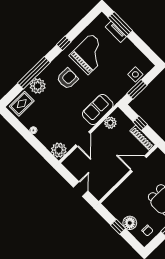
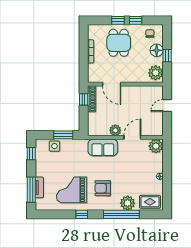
window: (147, 51) -> (31, 154), added
plant: (110, 123) -> (115, 130), moved
window: (140, 123) -> (84, 99), moved
plant: (114, 205) -> (156, 73), added

